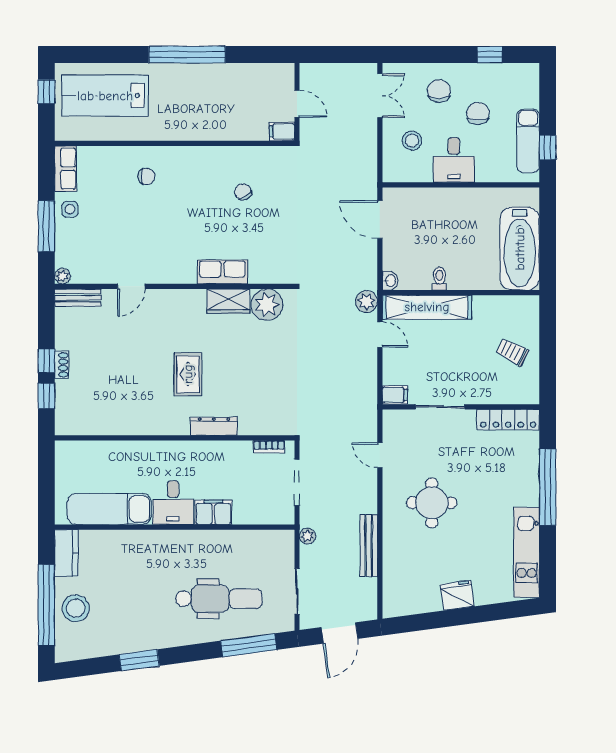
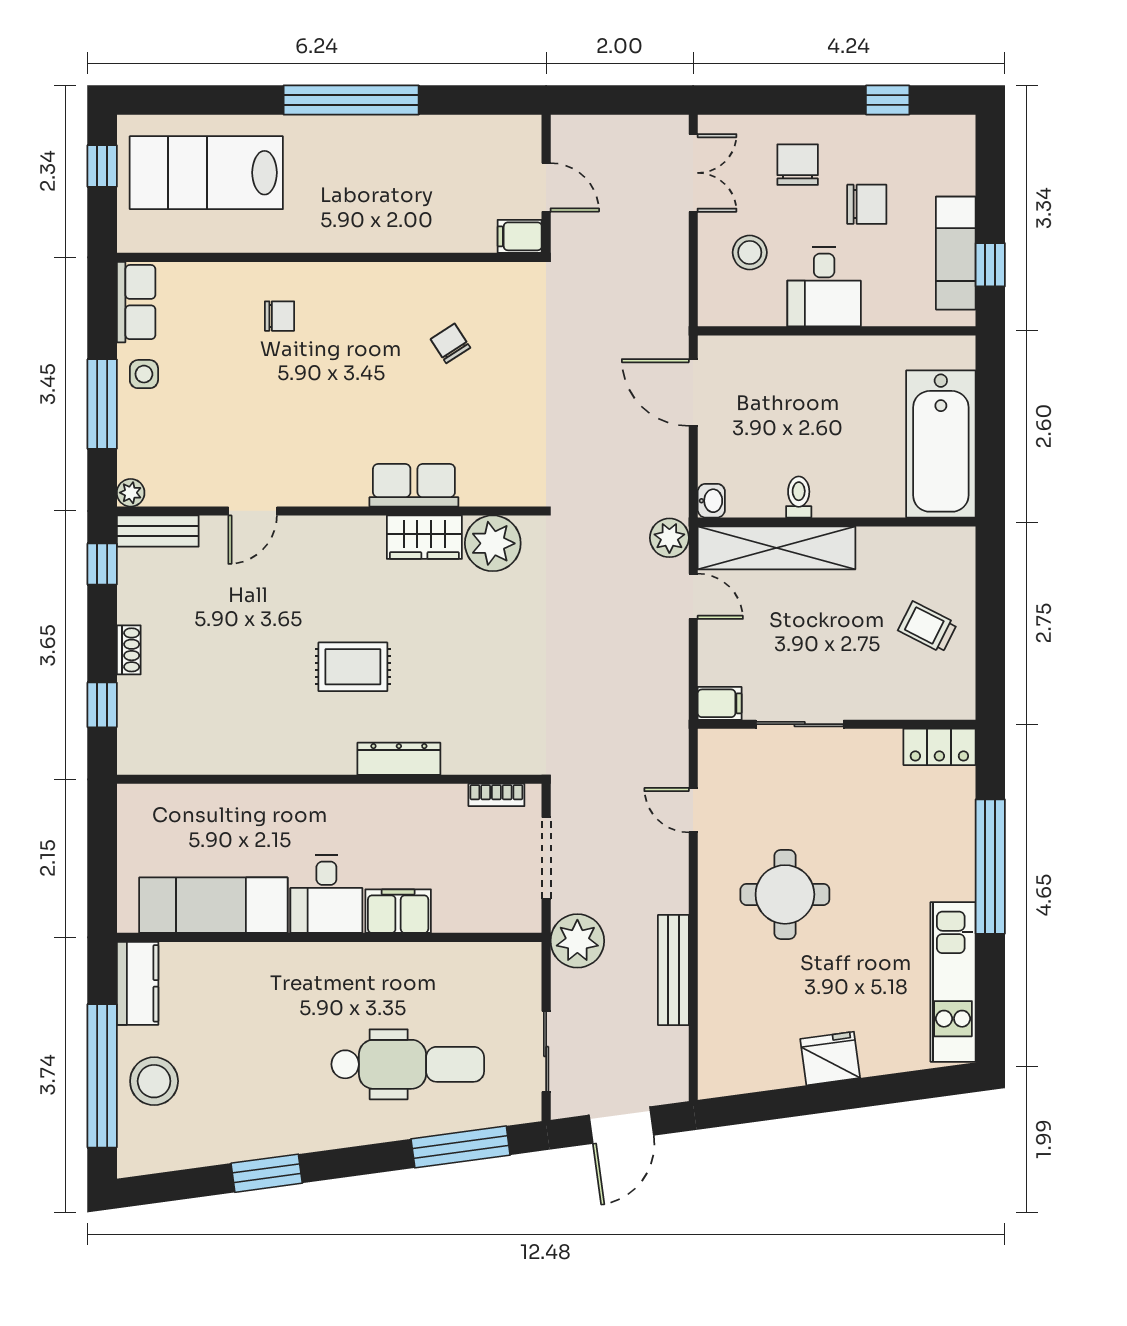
chair: (478, 113) -> (867, 204), turned 90
window: (46, 361) -> (102, 564), moved
rug: (188, 374) -> (353, 667), turned 90
locker: (508, 420) -> (939, 747), width x0.66
plant: (308, 536) -> (577, 941), width x1.88, depth x1.88

